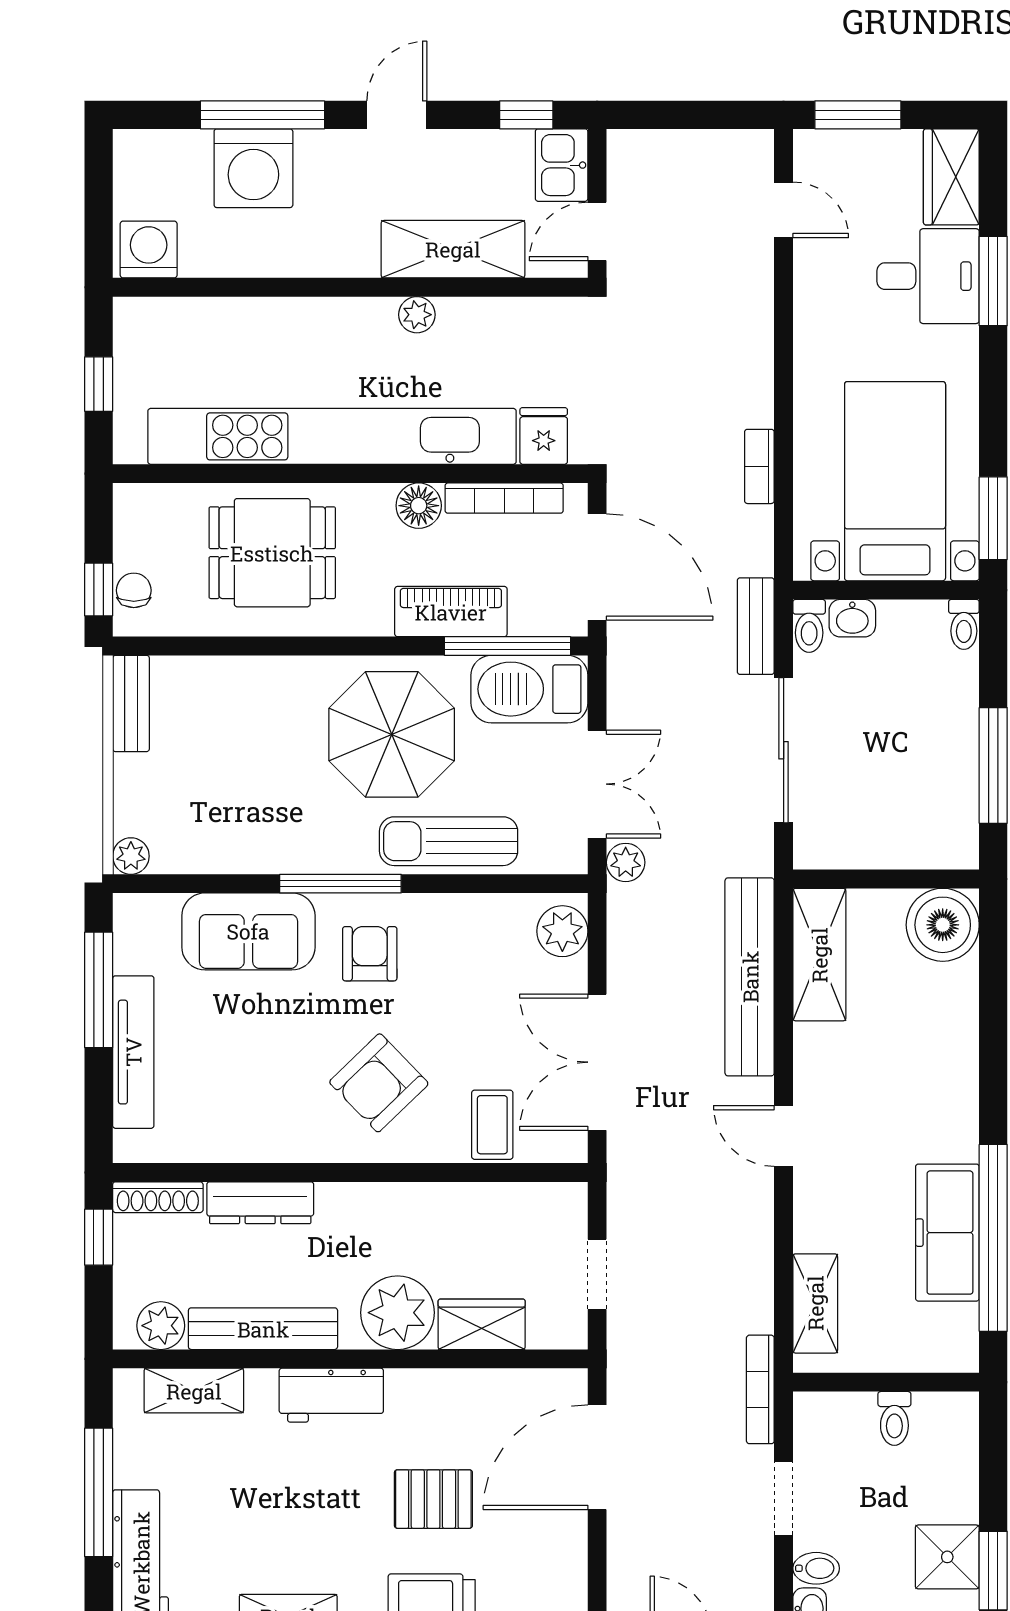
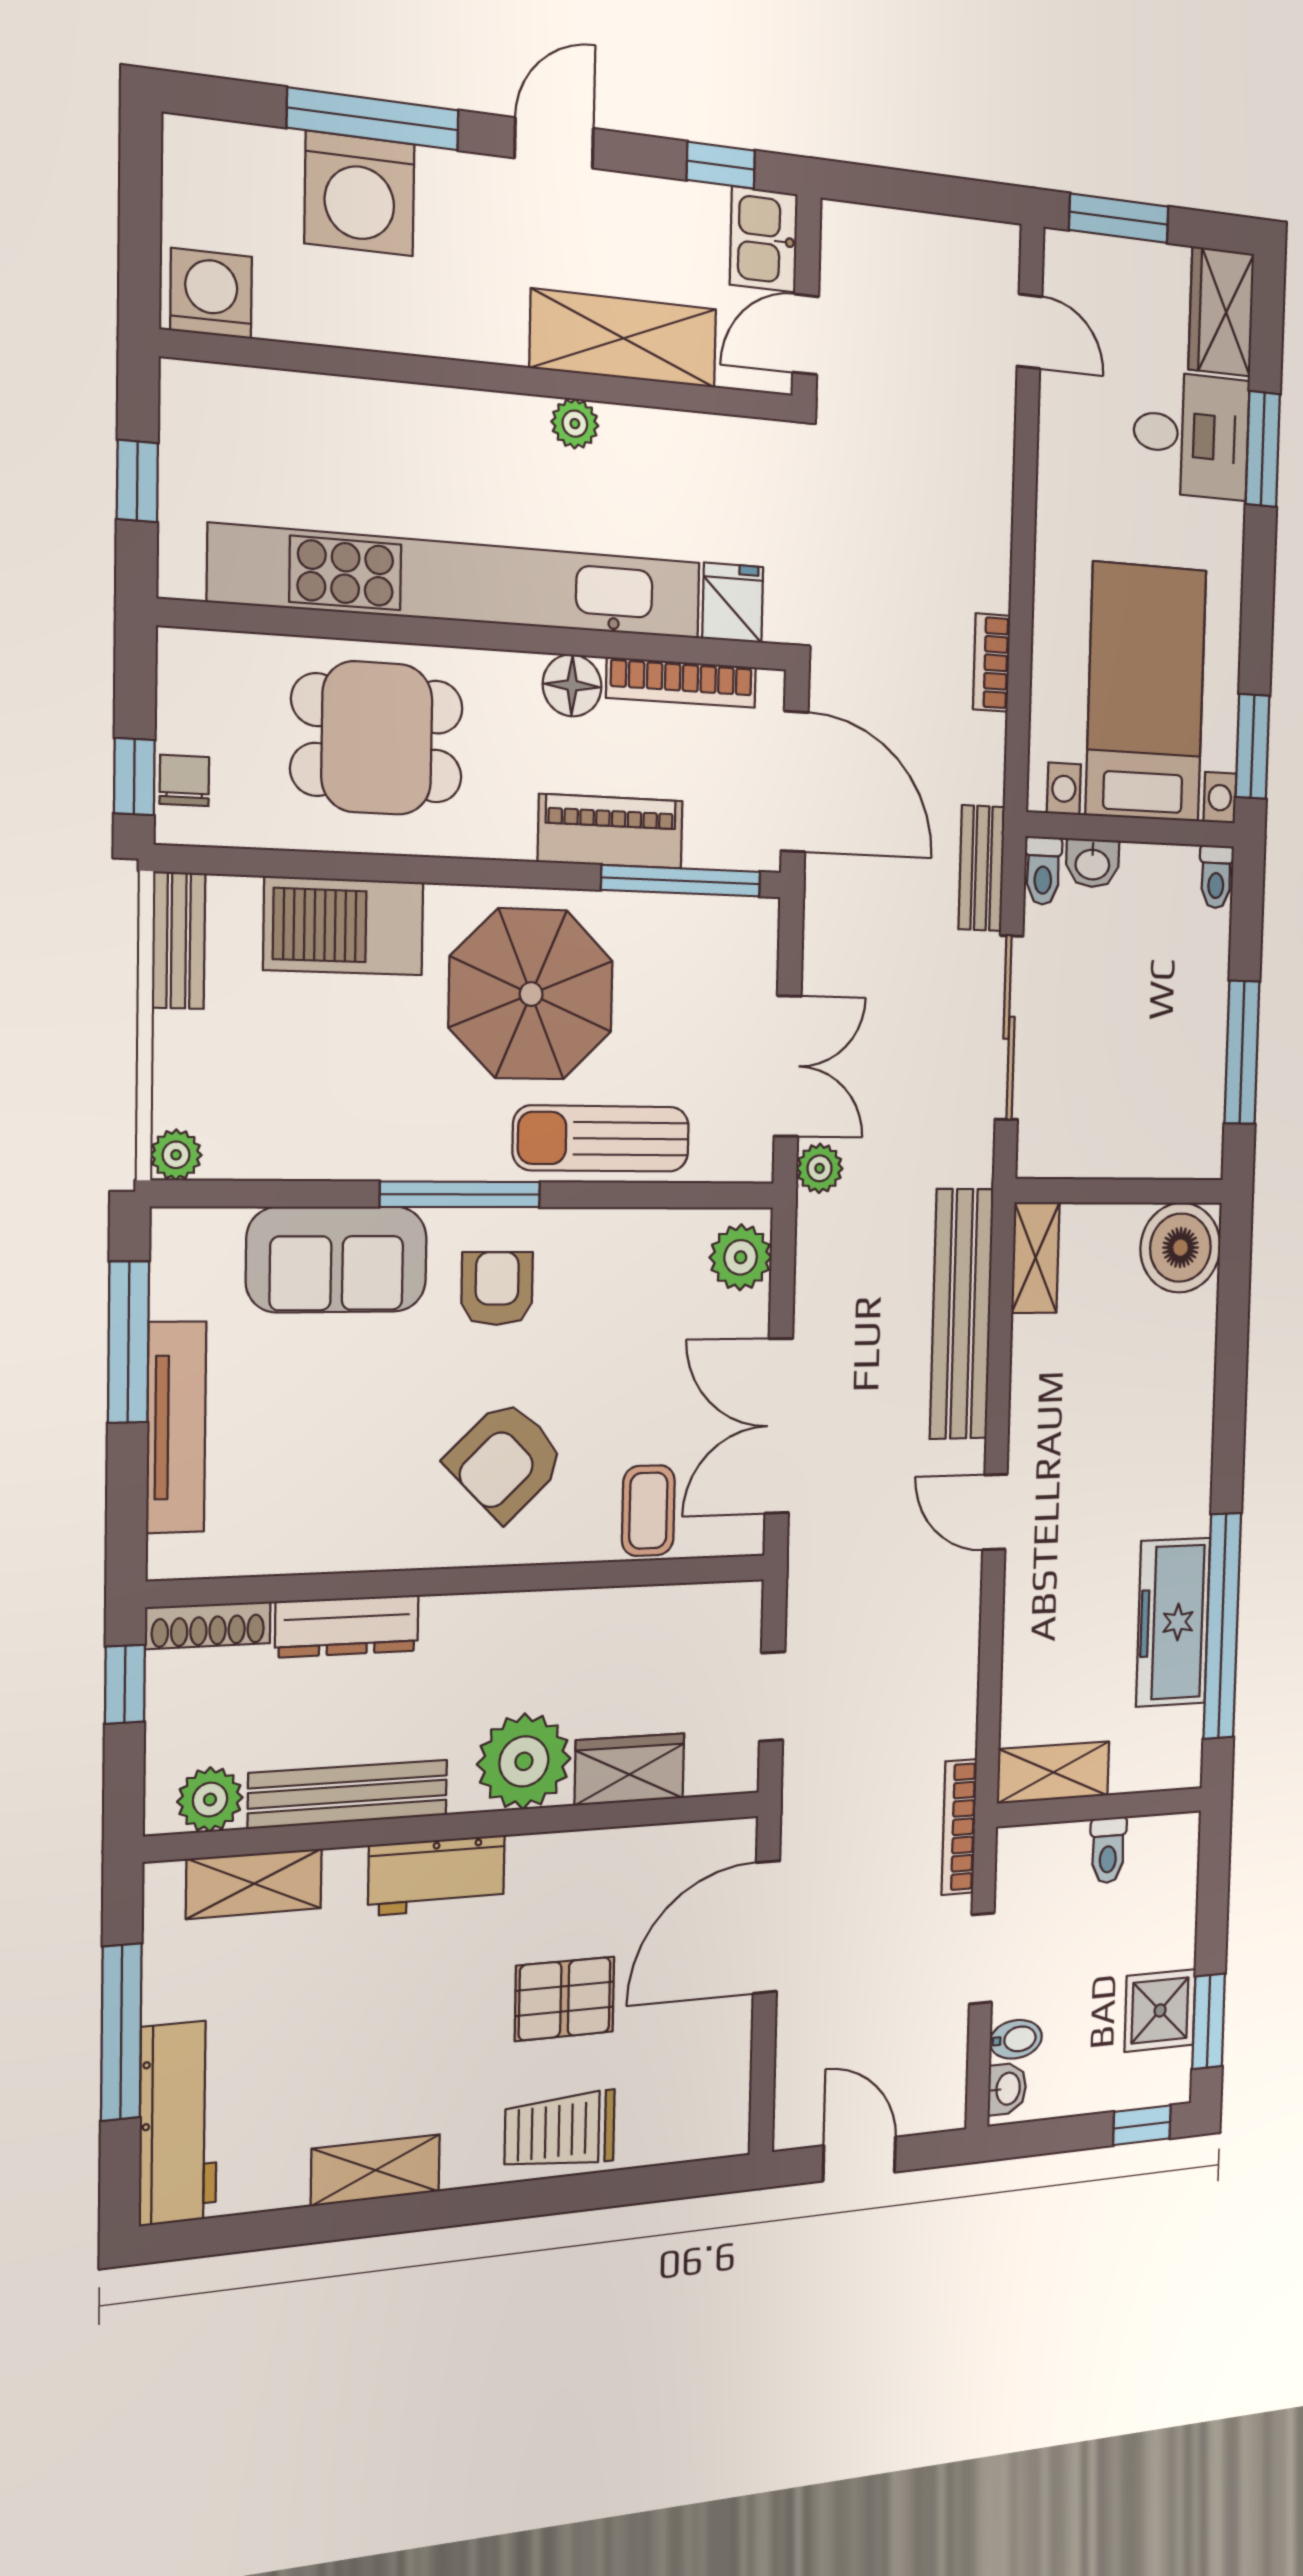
barbecue: (529, 689) -> (344, 926), moved
shelving: (819, 955) -> (1036, 1258), width x0.67, depth x0.75
shelving: (815, 1303) -> (1053, 1772), moved, turned 90

